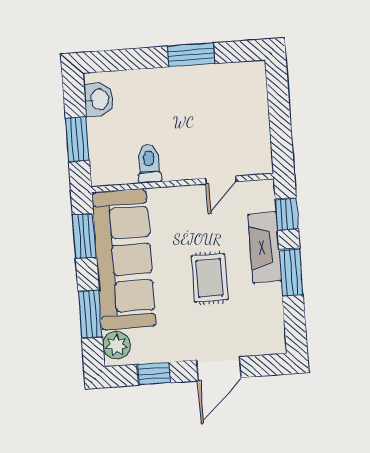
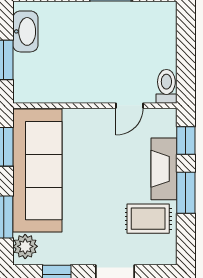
washbasin: (99, 100) -> (25, 31), width x1.38
toilet: (149, 164) -> (166, 86), moved
rug: (210, 278) -> (148, 219), moved, turned 90

